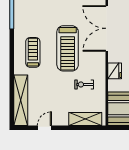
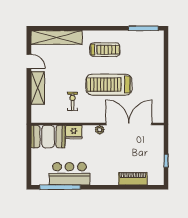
plant: (112, 58) -> (100, 130), added
fridge: (115, 71) -> (74, 132), moved
shelving: (85, 119) -> (38, 88), moved

